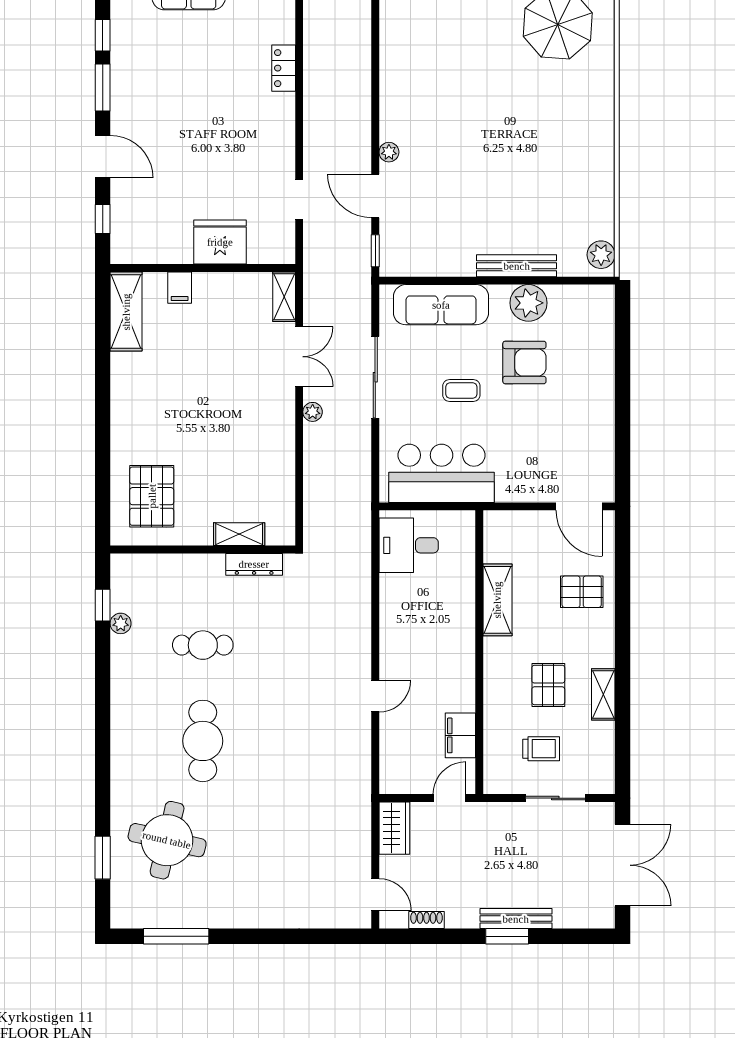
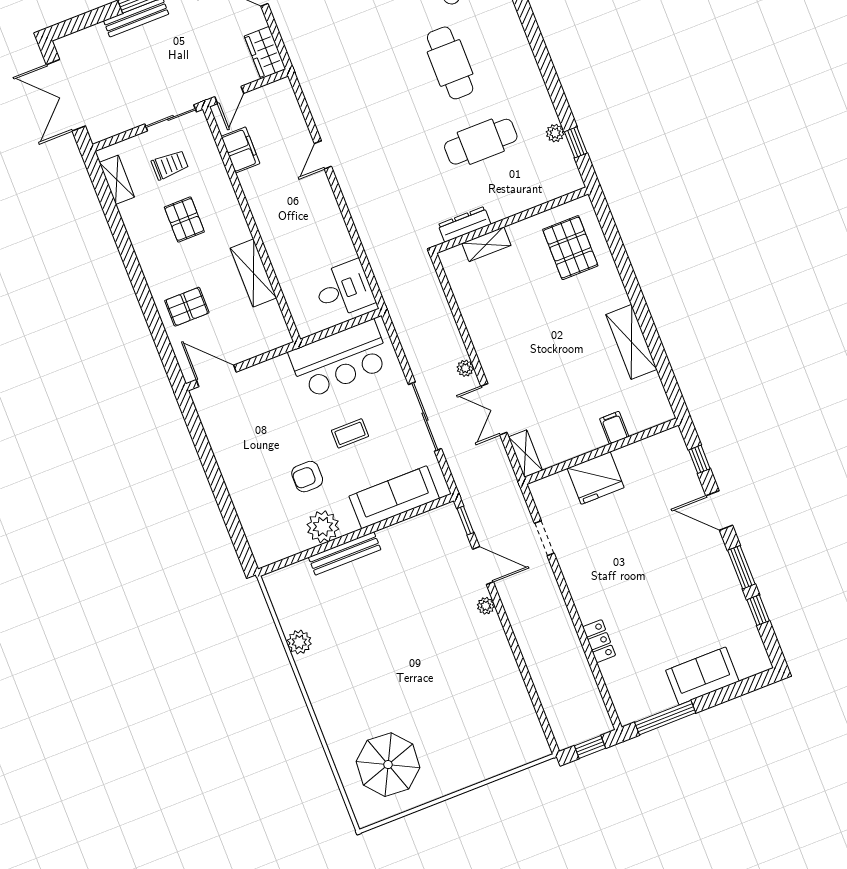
plant: (601, 255) -> (299, 642), moved
shelving: (126, 312) -> (631, 342), moved
armchair: (524, 362) -> (307, 477), width x0.72, depth x0.72
cafe table: (203, 645) -> (481, 142), width x1.37, depth x1.35
shelving: (603, 694) -> (117, 180), moved
trolley: (541, 749) -> (170, 165), turned 180
sliding door: (555, 798) -> (171, 118), moved

